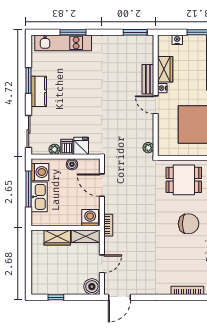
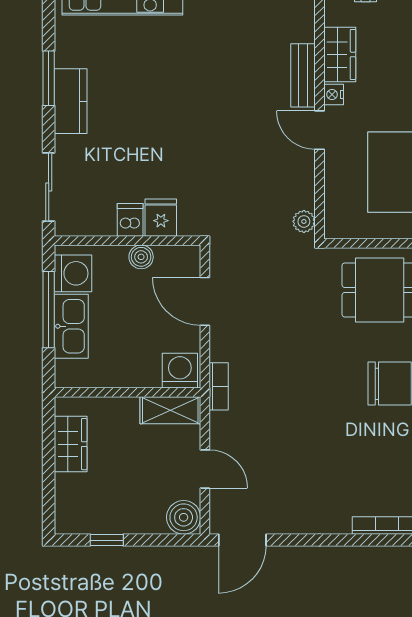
plant: (54, 149) -> (104, 225), removed
wardrobe: (57, 238) -> (71, 444), moved, turned -90
door: (102, 264) -> (205, 469), hinge flipped

